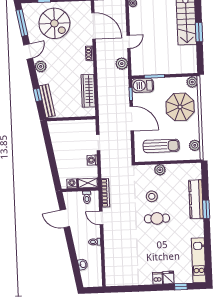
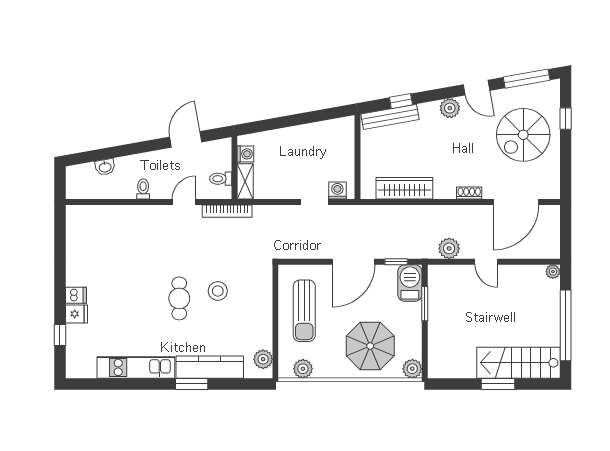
washing machine: (92, 160) -> (337, 191), moved
plant: (160, 170) -> (263, 359), moved
kitchen unit: (199, 260) -> (136, 367), moved

